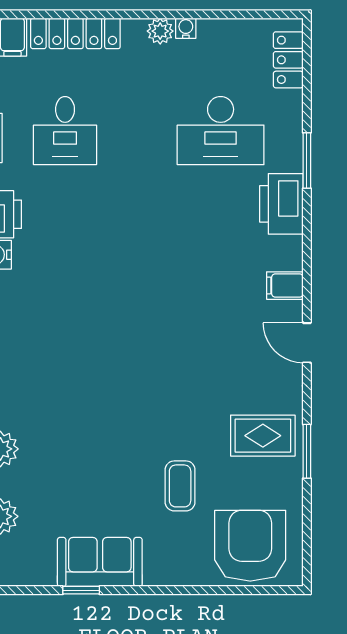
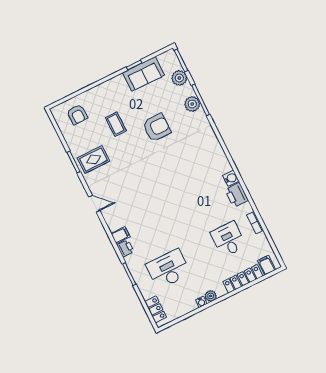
printer: (281, 204) -> (125, 248), width x0.53, depth x0.68
filing cabinet: (285, 286) -> (120, 235), moved
armchair: (99, 437) -> (157, 127), added
armchair: (250, 546) -> (77, 115), width x0.53, depth x0.53
sofa: (100, 562) -> (144, 74), moved

